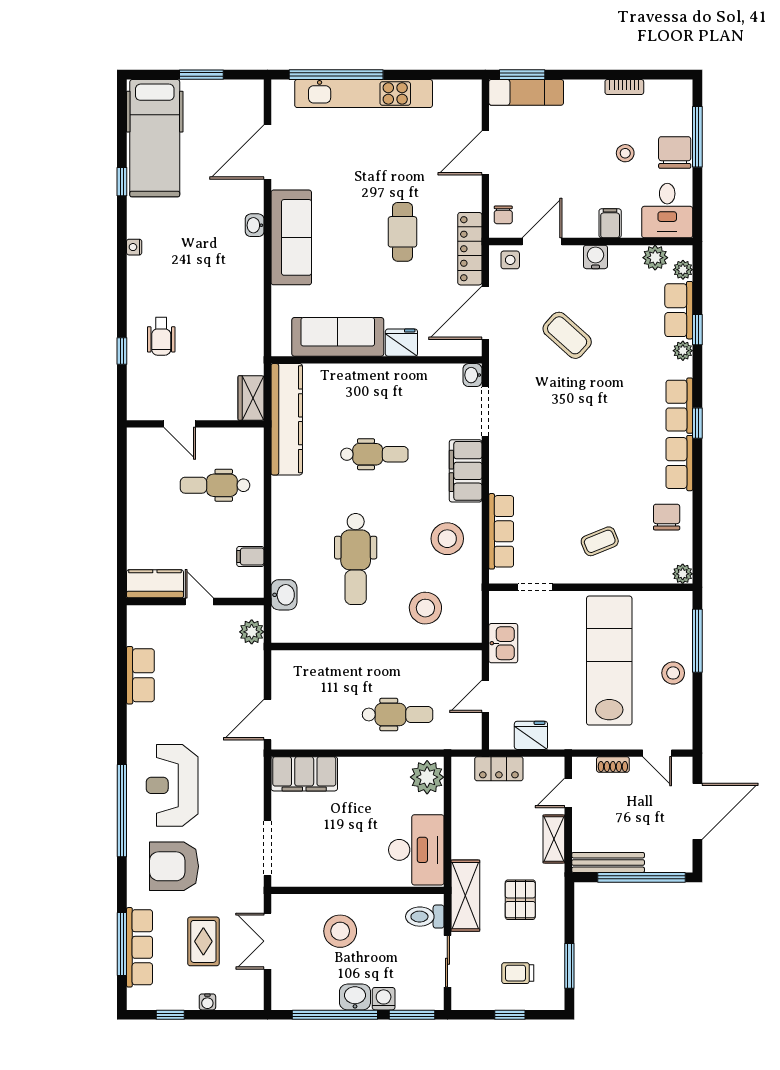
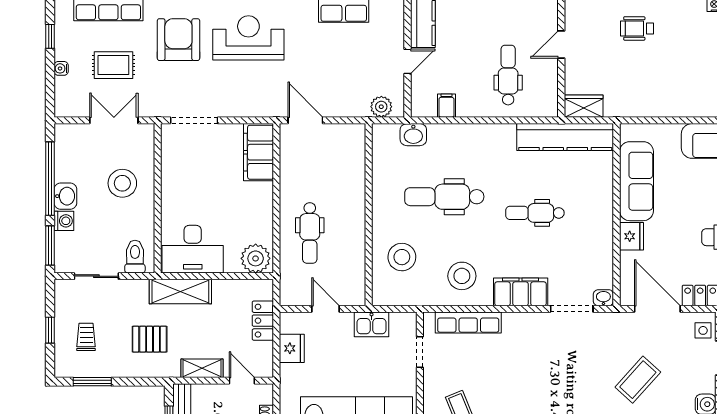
dental chair: (374, 454) -> (535, 213), turned 90
shelving: (465, 896) -> (180, 292), moved

